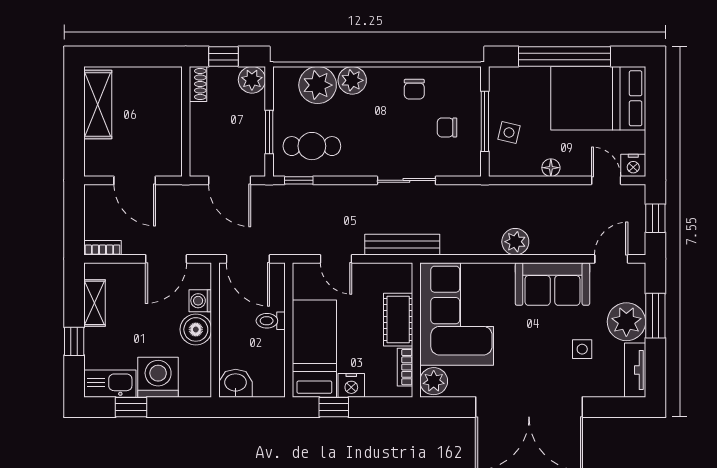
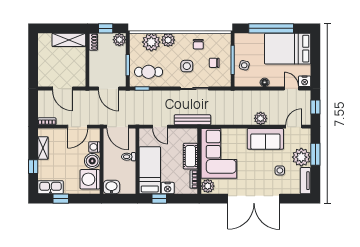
shelving: (98, 105) -> (69, 40), moved, turned 90
side table: (391, 134) -> (187, 66), added
plant: (515, 242) -> (261, 118), moved
washing machine: (158, 377) -> (90, 179), moved, turned -90

